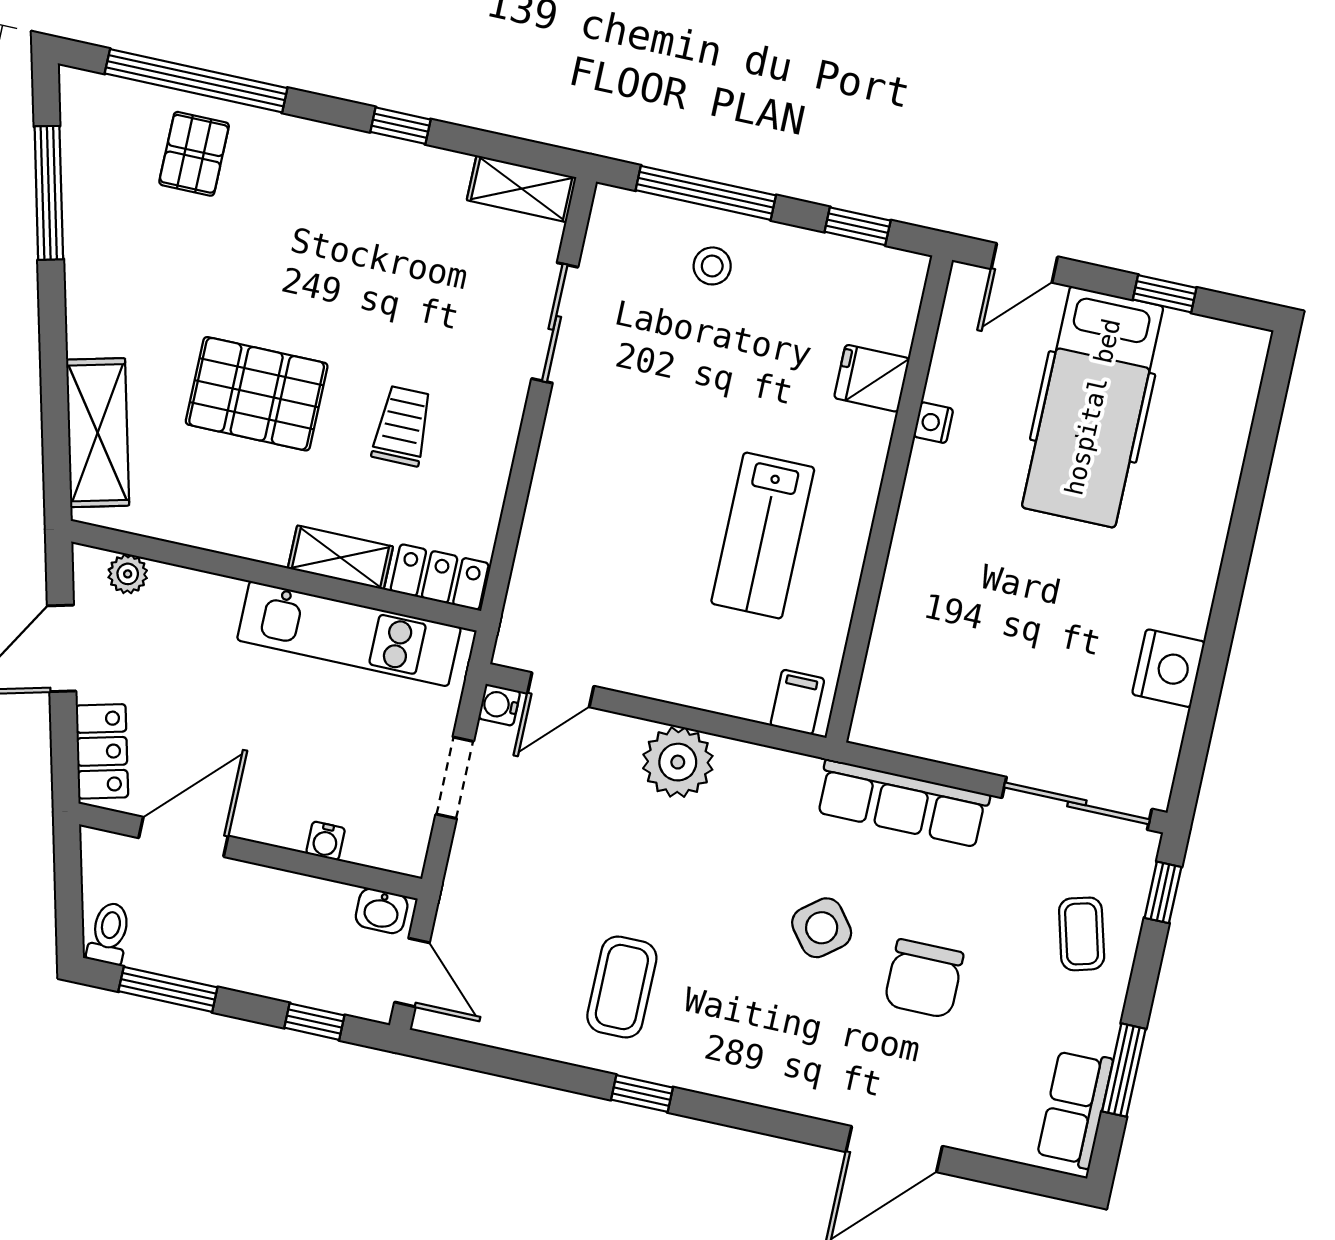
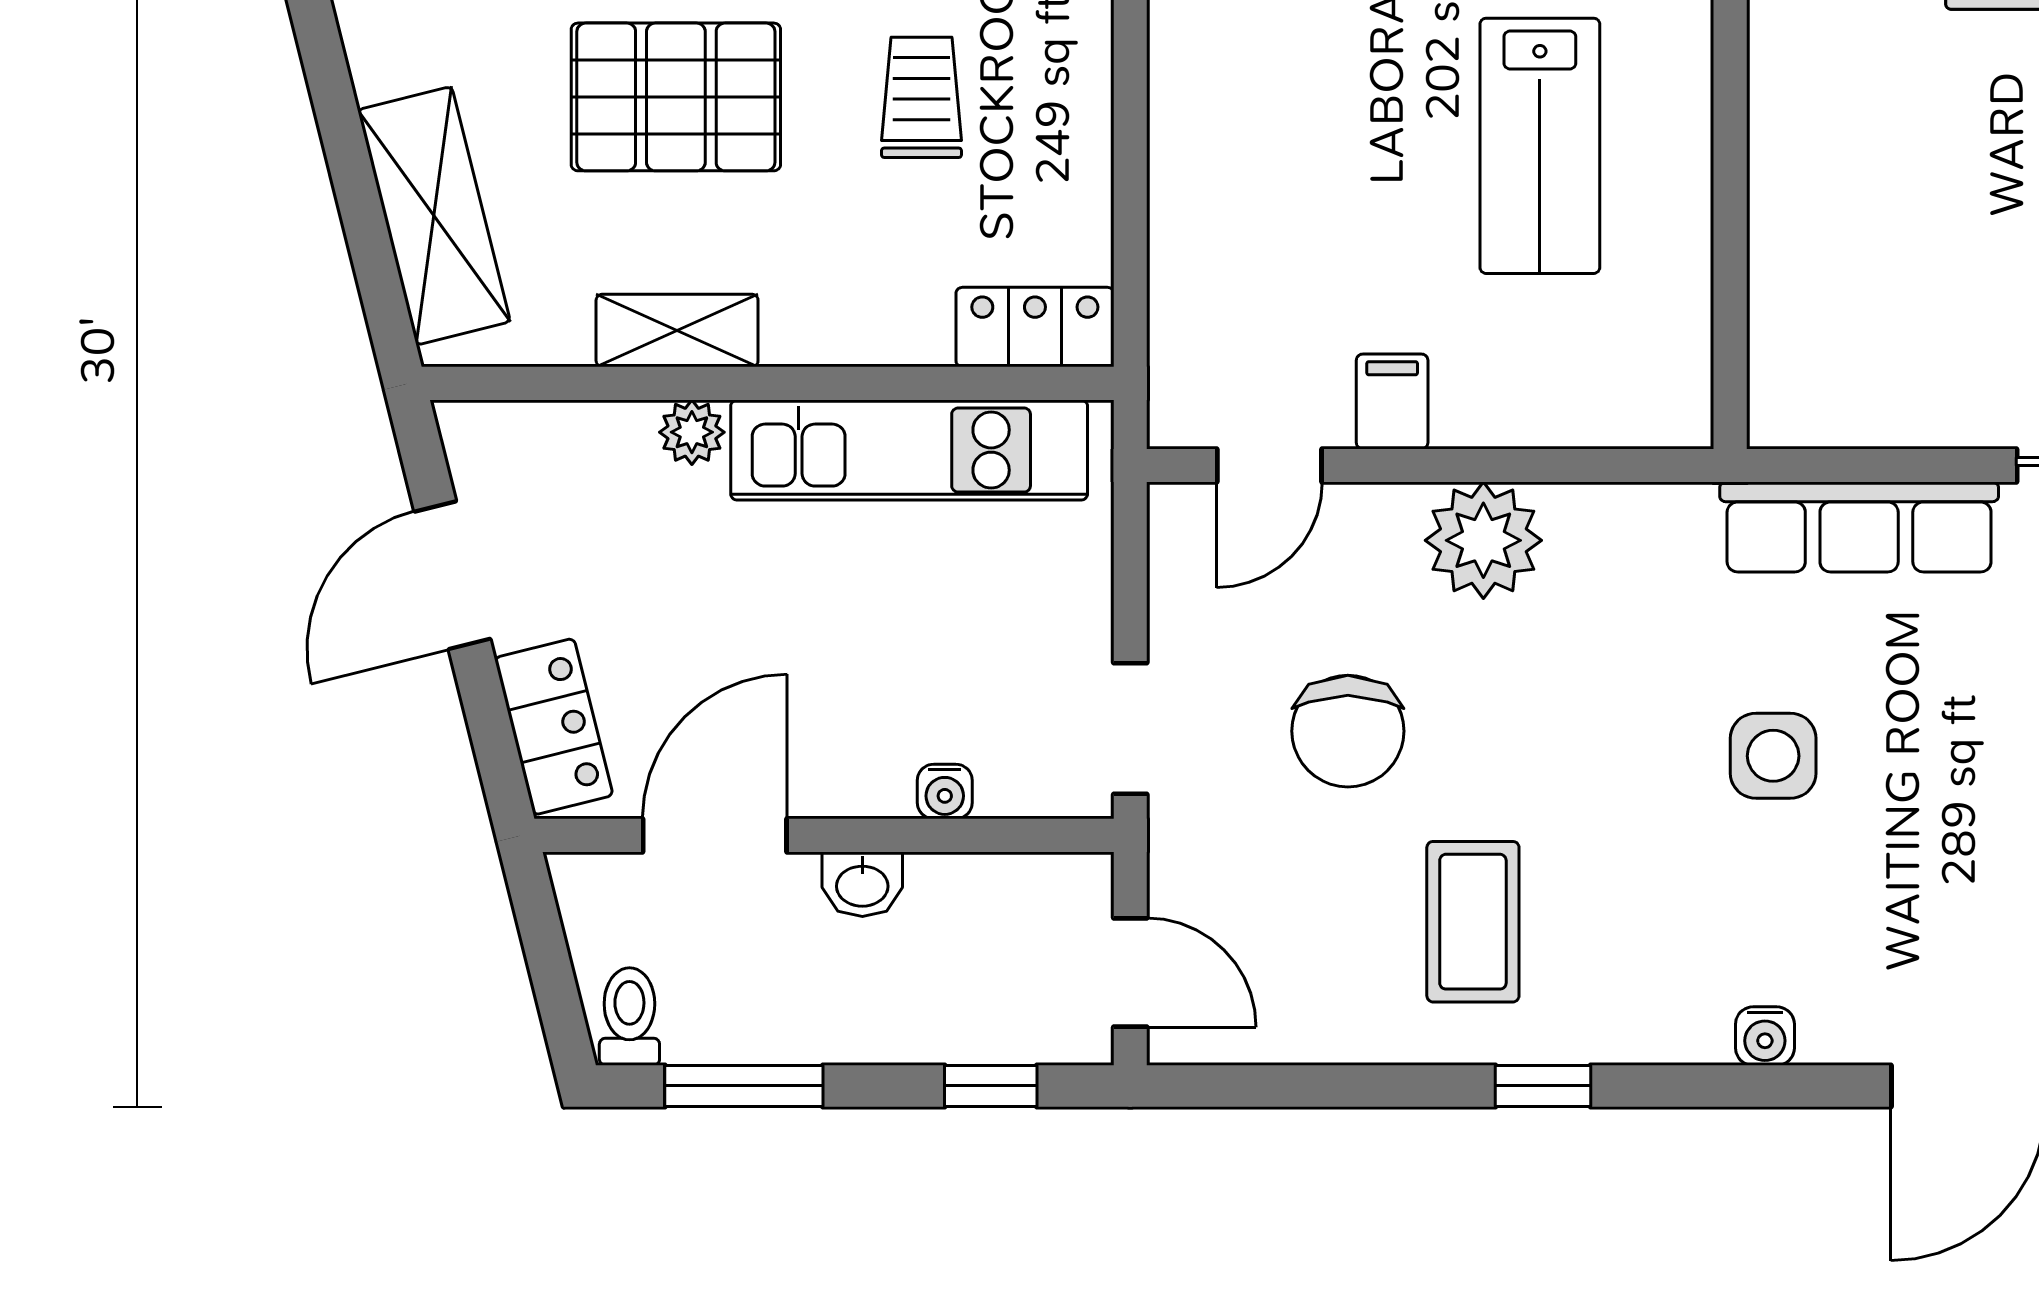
shelving: (340, 557) -> (677, 331), moved
plant: (128, 574) -> (692, 432), moved
filing cabinet: (797, 702) -> (1392, 402), moved
water cooler: (499, 705) -> (1765, 1036), moved, turned -90
doorway: (455, 778) -> (1130, 728), moved
washbasin: (382, 911) -> (862, 884), moved
side table: (822, 928) -> (1773, 756), turned 38
chair: (924, 979) -> (1348, 731), moved

